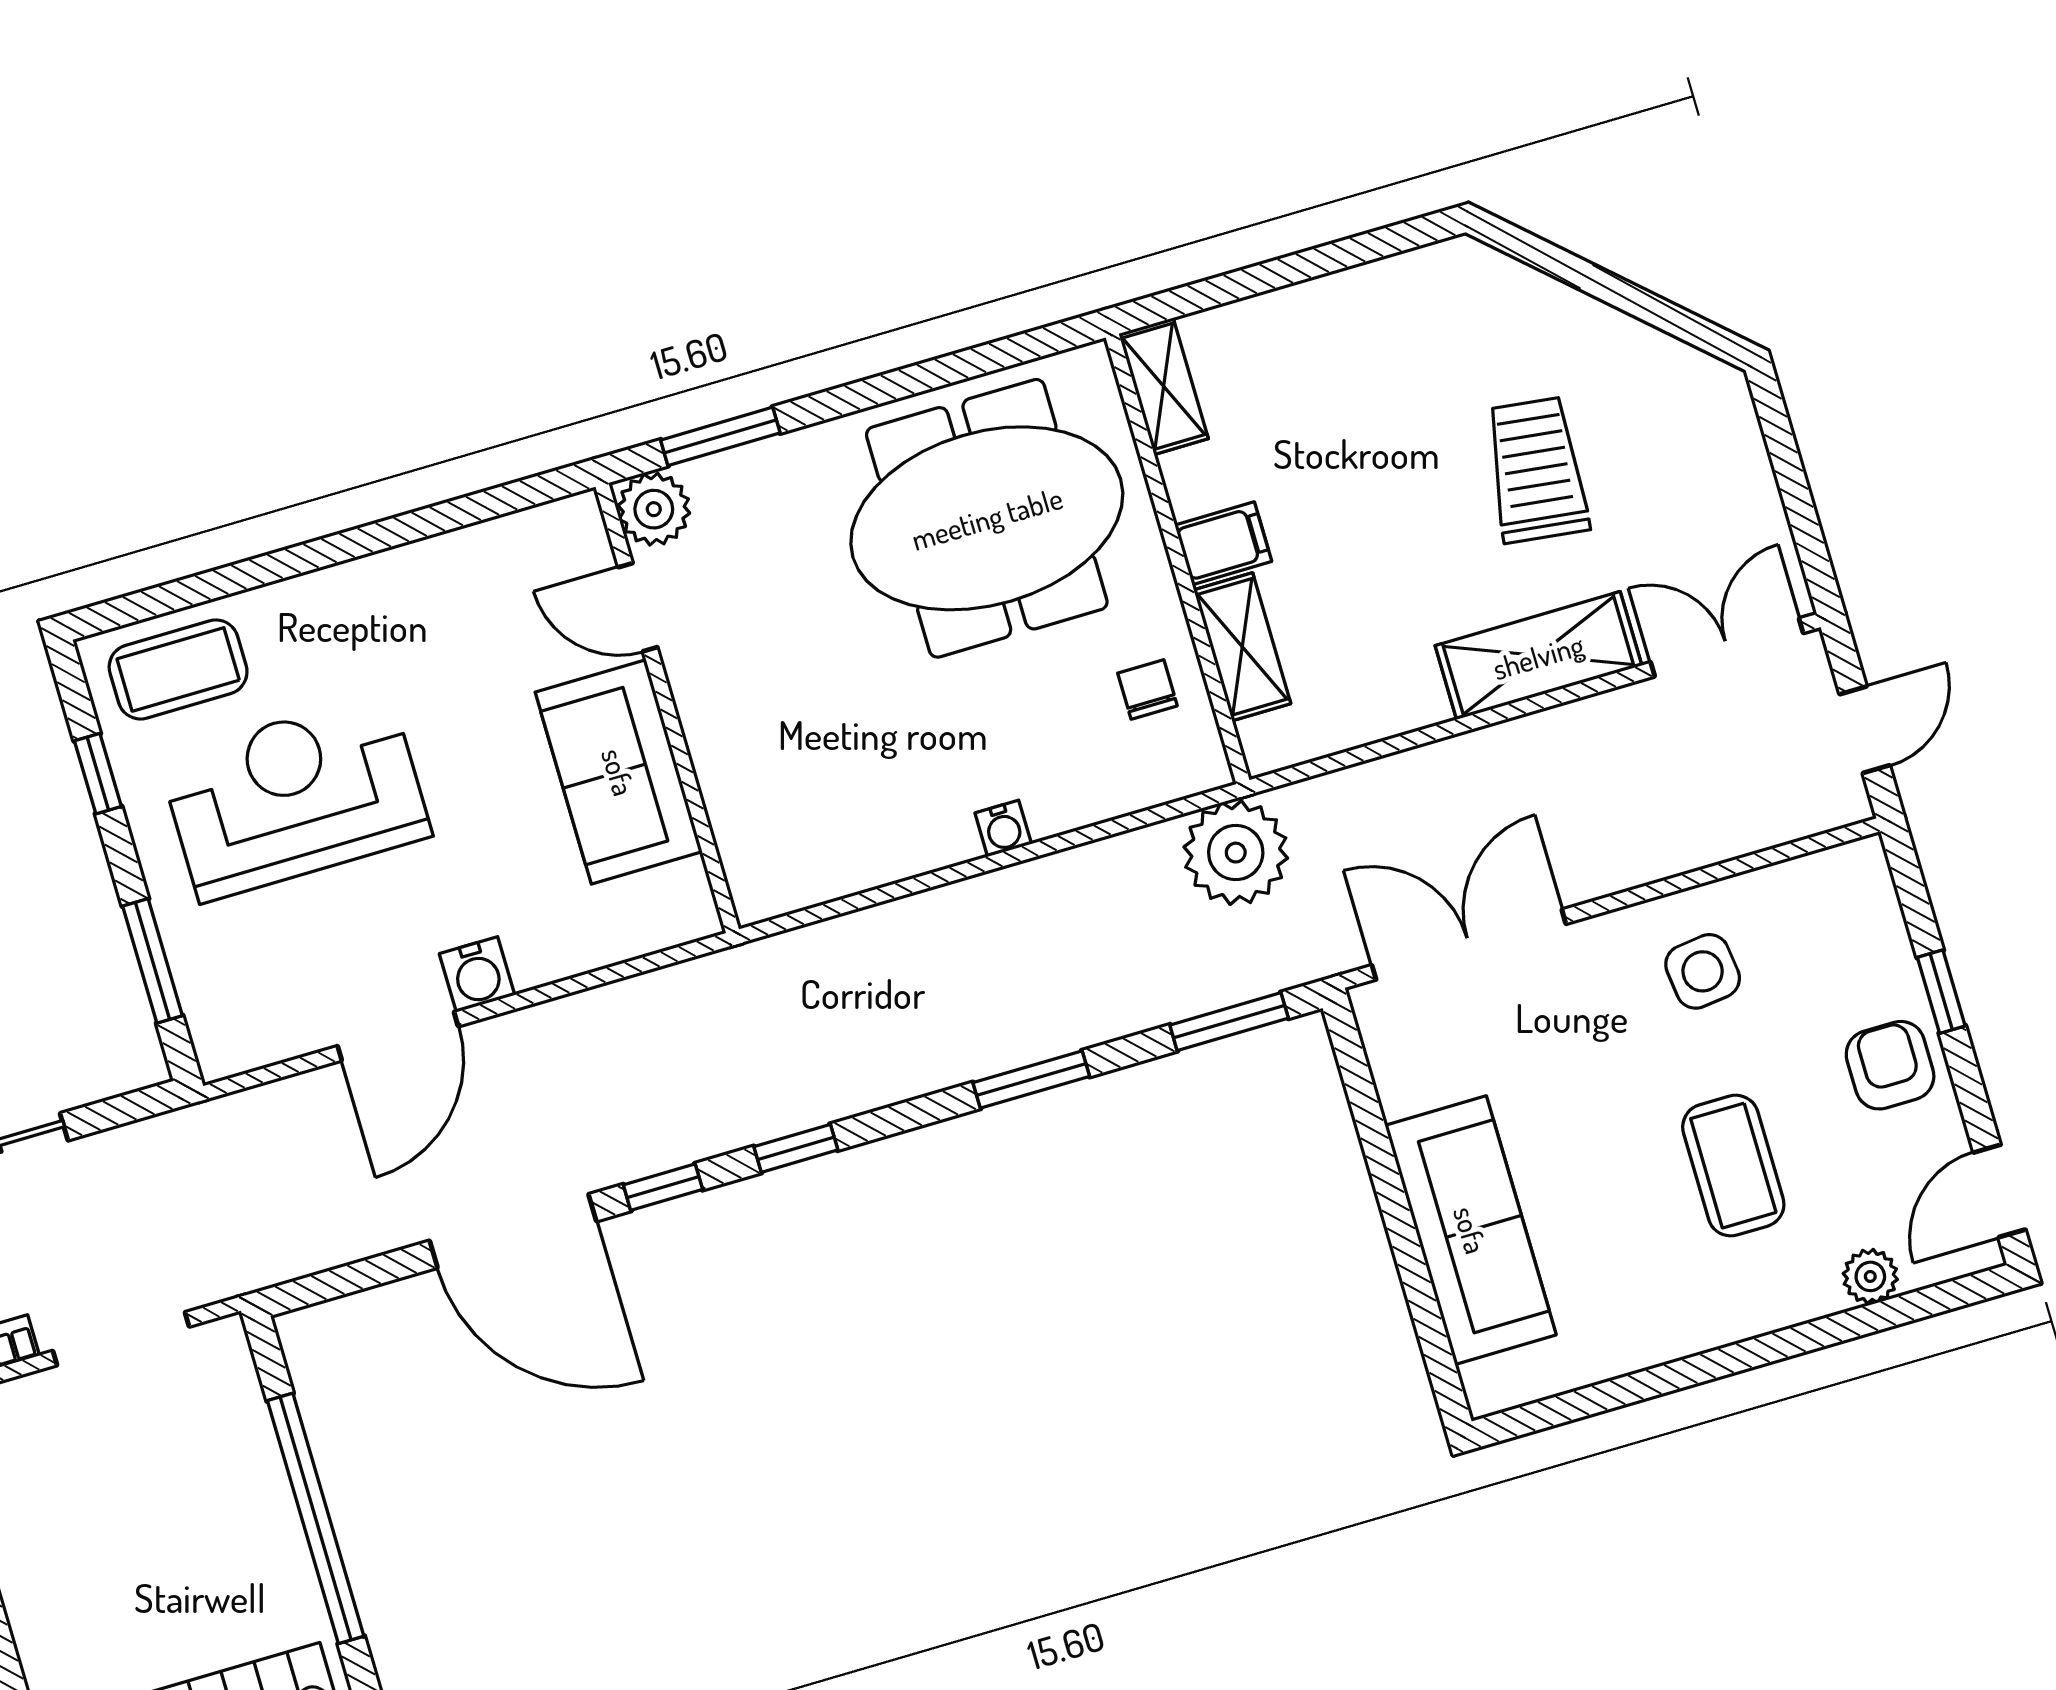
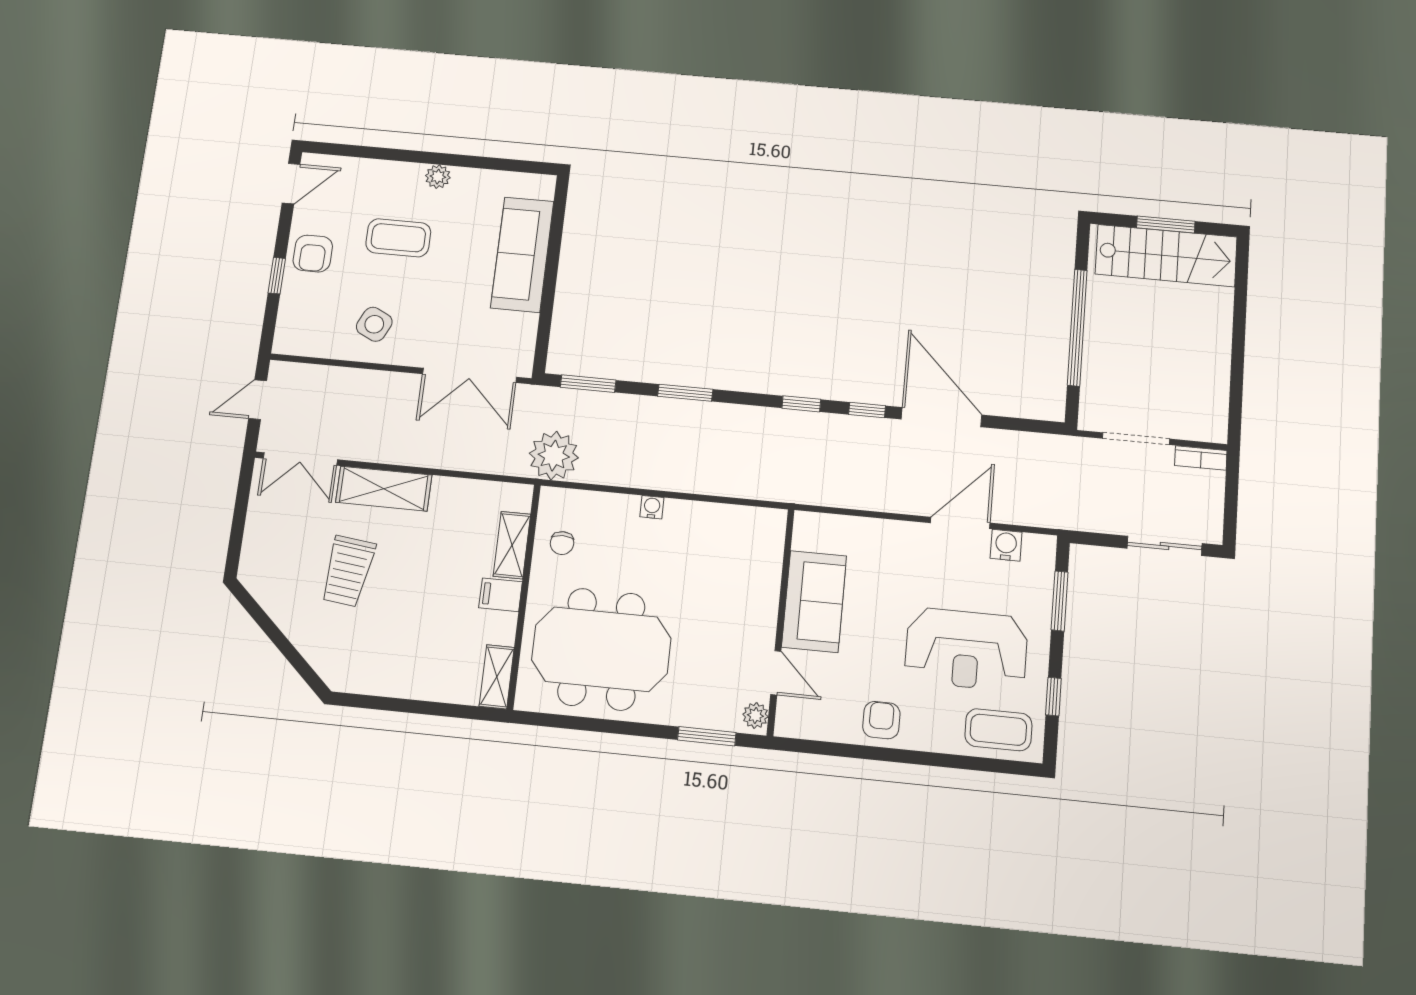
plant: (654, 509) -> (755, 715), width x0.73, depth x0.73
armchair: (404, 599) -> (881, 720), added
side table: (1703, 971) -> (374, 324), turned 33
water cooler: (477, 974) -> (1006, 545), moved
coffee table: (1733, 1166) -> (398, 238), turned 90
plant: (1870, 1276) -> (438, 177), moved

